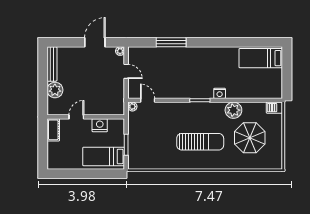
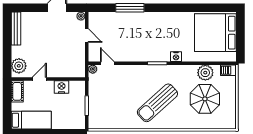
bed: (261, 58) -> (215, 33), width x2.04
plant: (55, 90) -> (19, 66), moved
plant: (233, 110) -> (205, 73), moved
sun lounger: (200, 142) -> (157, 103), turned 138
bed: (104, 156) -> (31, 120), moved, turned 180

